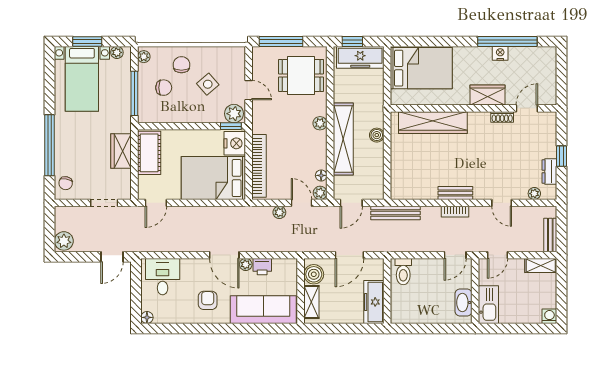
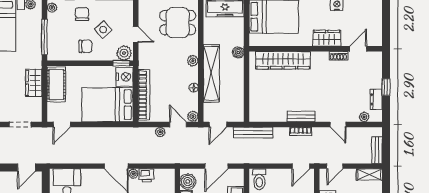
chair: (164, 88) -> (86, 46), moved
boiler: (377, 135) -> (238, 53), moved
floor lamp: (321, 175) -> (194, 88), moved

